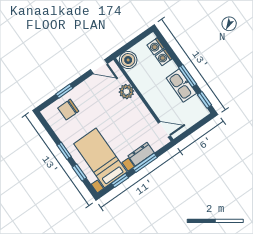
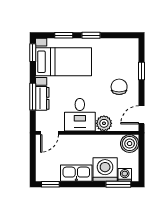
washing machine: (164, 57) -> (105, 169), width x1.89, depth x1.89
window: (188, 76) -> (118, 184), moved
chair: (68, 110) -> (119, 87), moved
desk: (133, 115) -> (80, 115), added
window: (120, 180) -> (33, 53), moved

